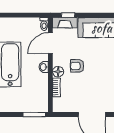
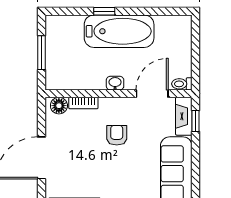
door: (50, 43) -> (152, 94), hinge flipped
floor lamp: (58, 72) -> (59, 106), moved
window: (34, 114) -> (41, 53), moved

